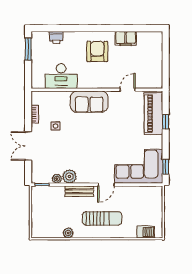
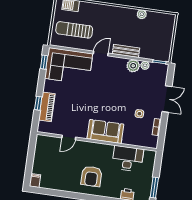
filing cabinet: (126, 38) -> (35, 180), moved, width x0.50
piano: (153, 114) -> (47, 107), width x0.73, depth x0.75
sun lounger: (102, 218) -> (74, 30), moved

